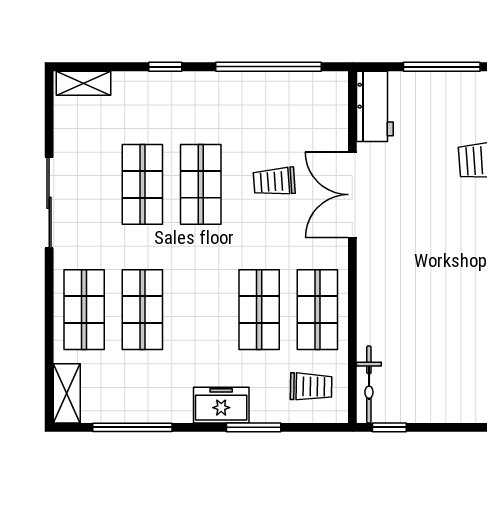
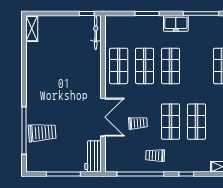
shop shelf: (142, 310) -> (171, 66), moved
trolley: (311, 387) -> (155, 155), moved
freezer: (221, 405) -> (176, 23), moved

